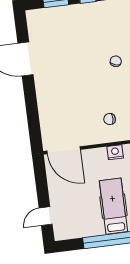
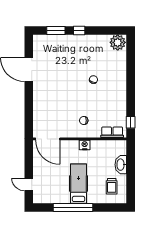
door: (46, 216) -> (29, 185), hinge flipped

